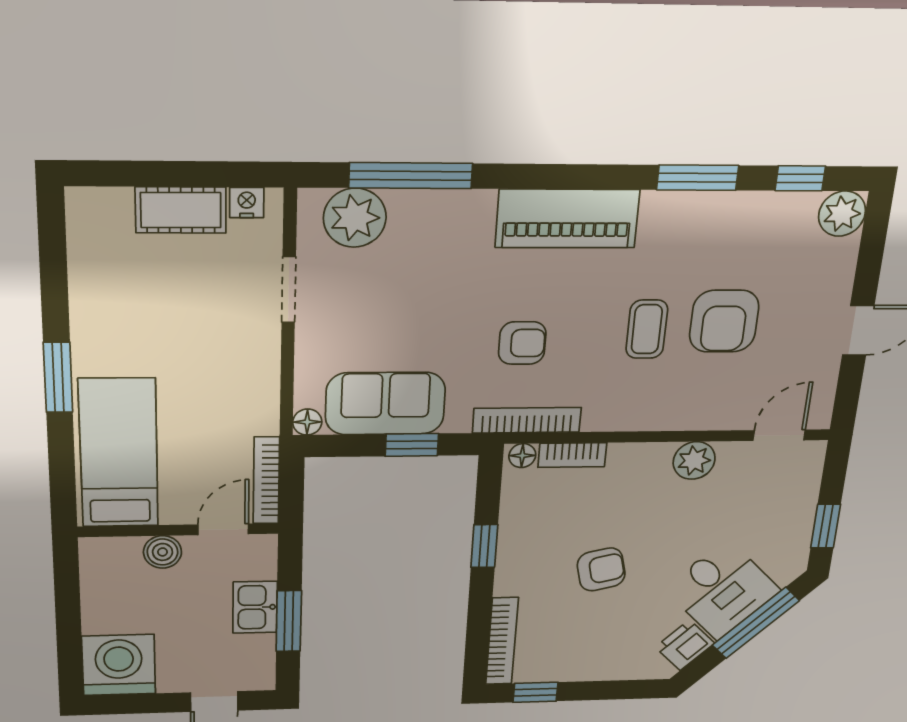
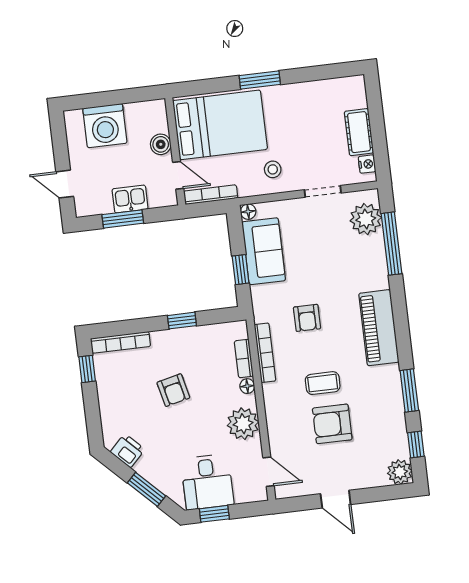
stool: (234, 373) -> (273, 169), added
bookcase: (527, 420) -> (265, 353), moved
bed: (119, 453) -> (220, 125), width x1.50
floor lamp: (522, 456) -> (247, 386), moved
plant: (694, 460) -> (243, 424), width x1.36, depth x1.36
desk: (722, 590) -> (207, 482), moved, turned -45
window: (756, 623) -> (146, 489), width x0.69
washing machine: (119, 665) -> (105, 126), moved, turned 90

